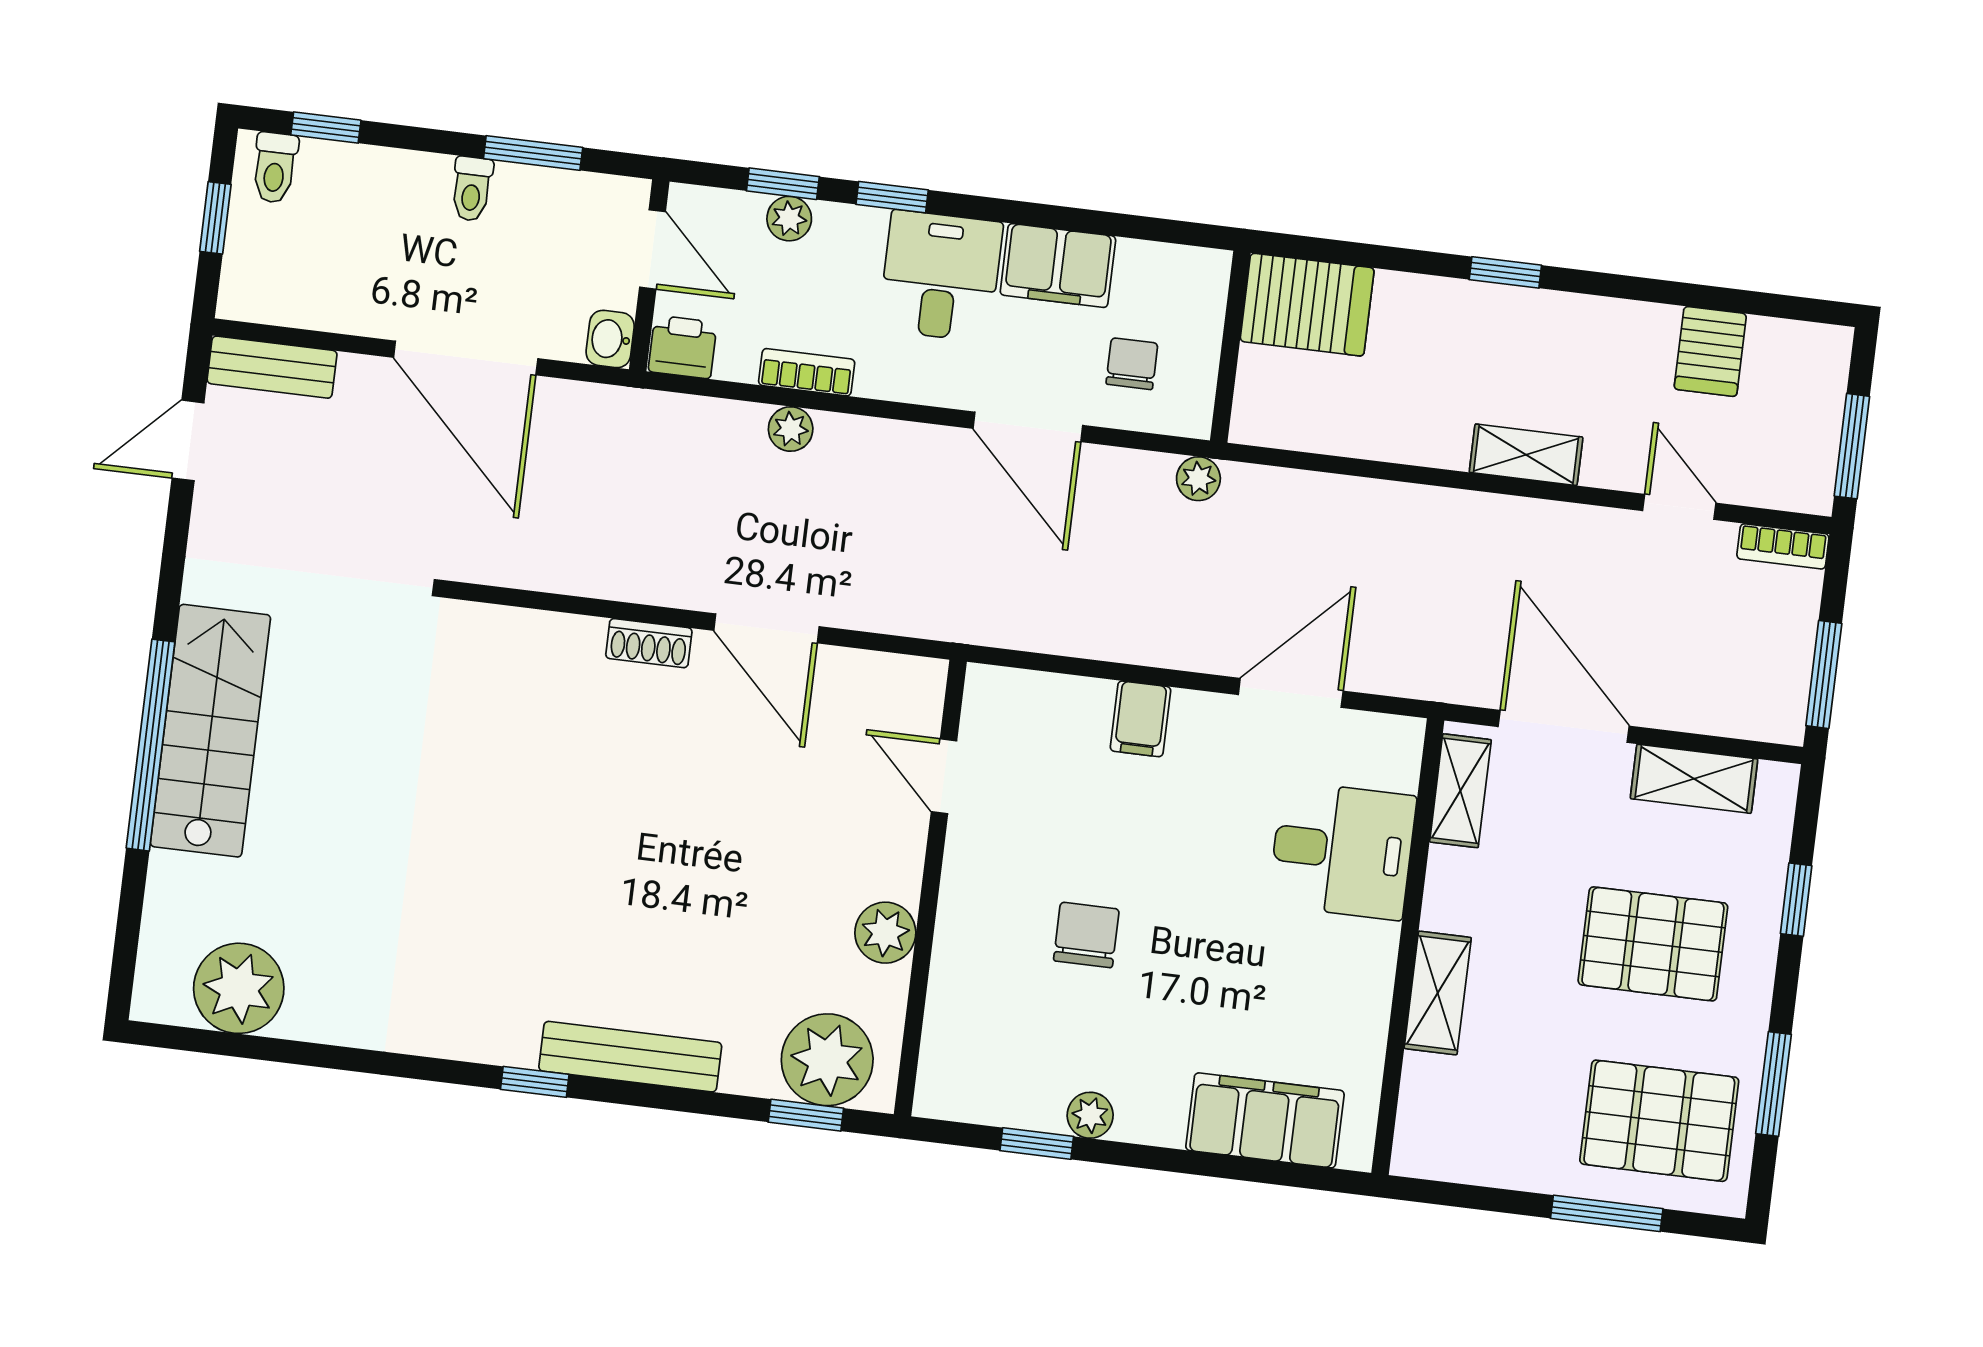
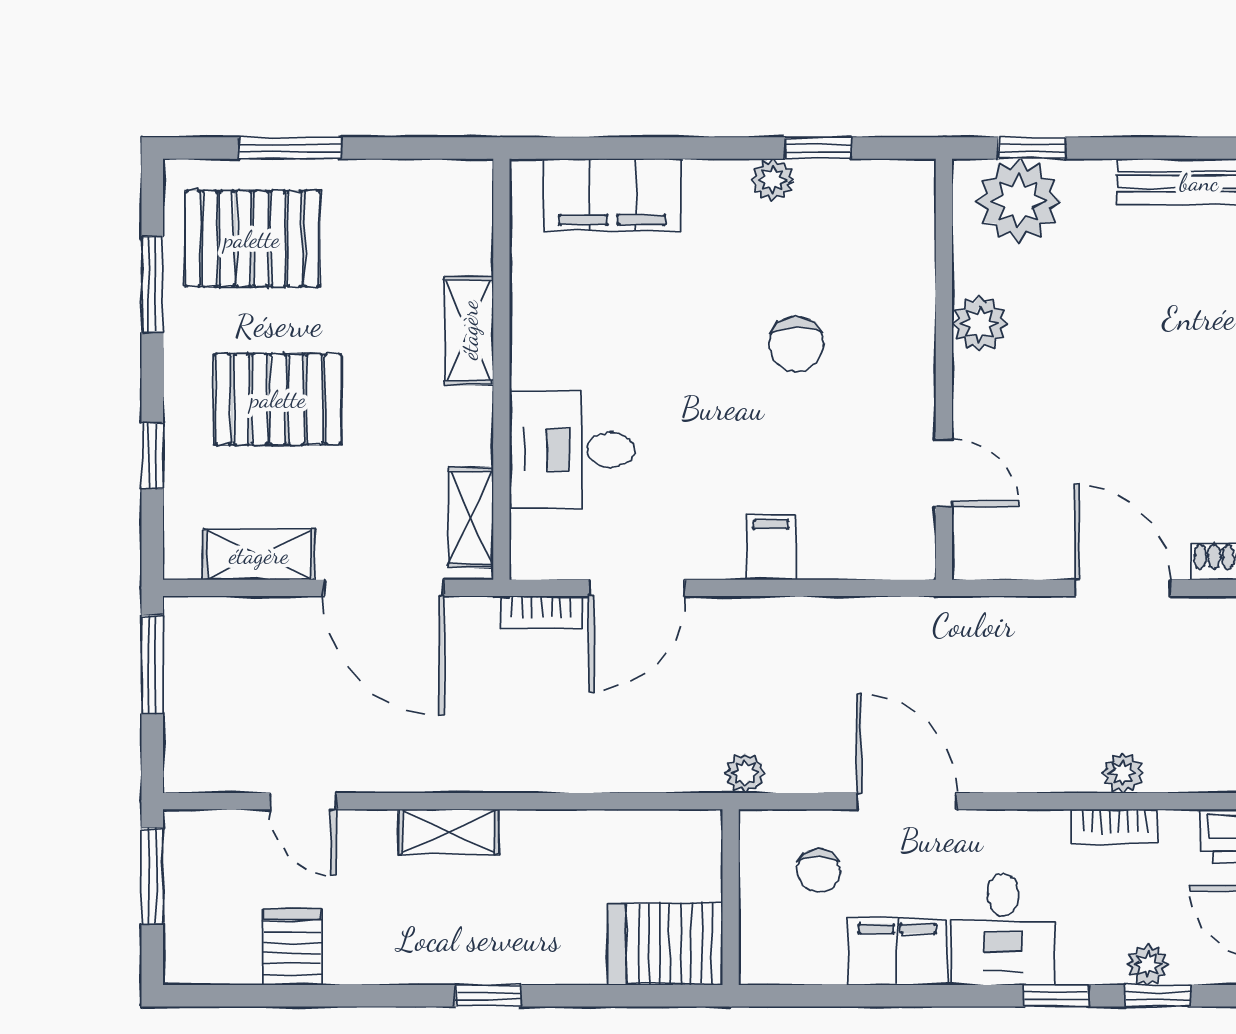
bookcase: (1783, 546) -> (541, 612), moved, turned 180

